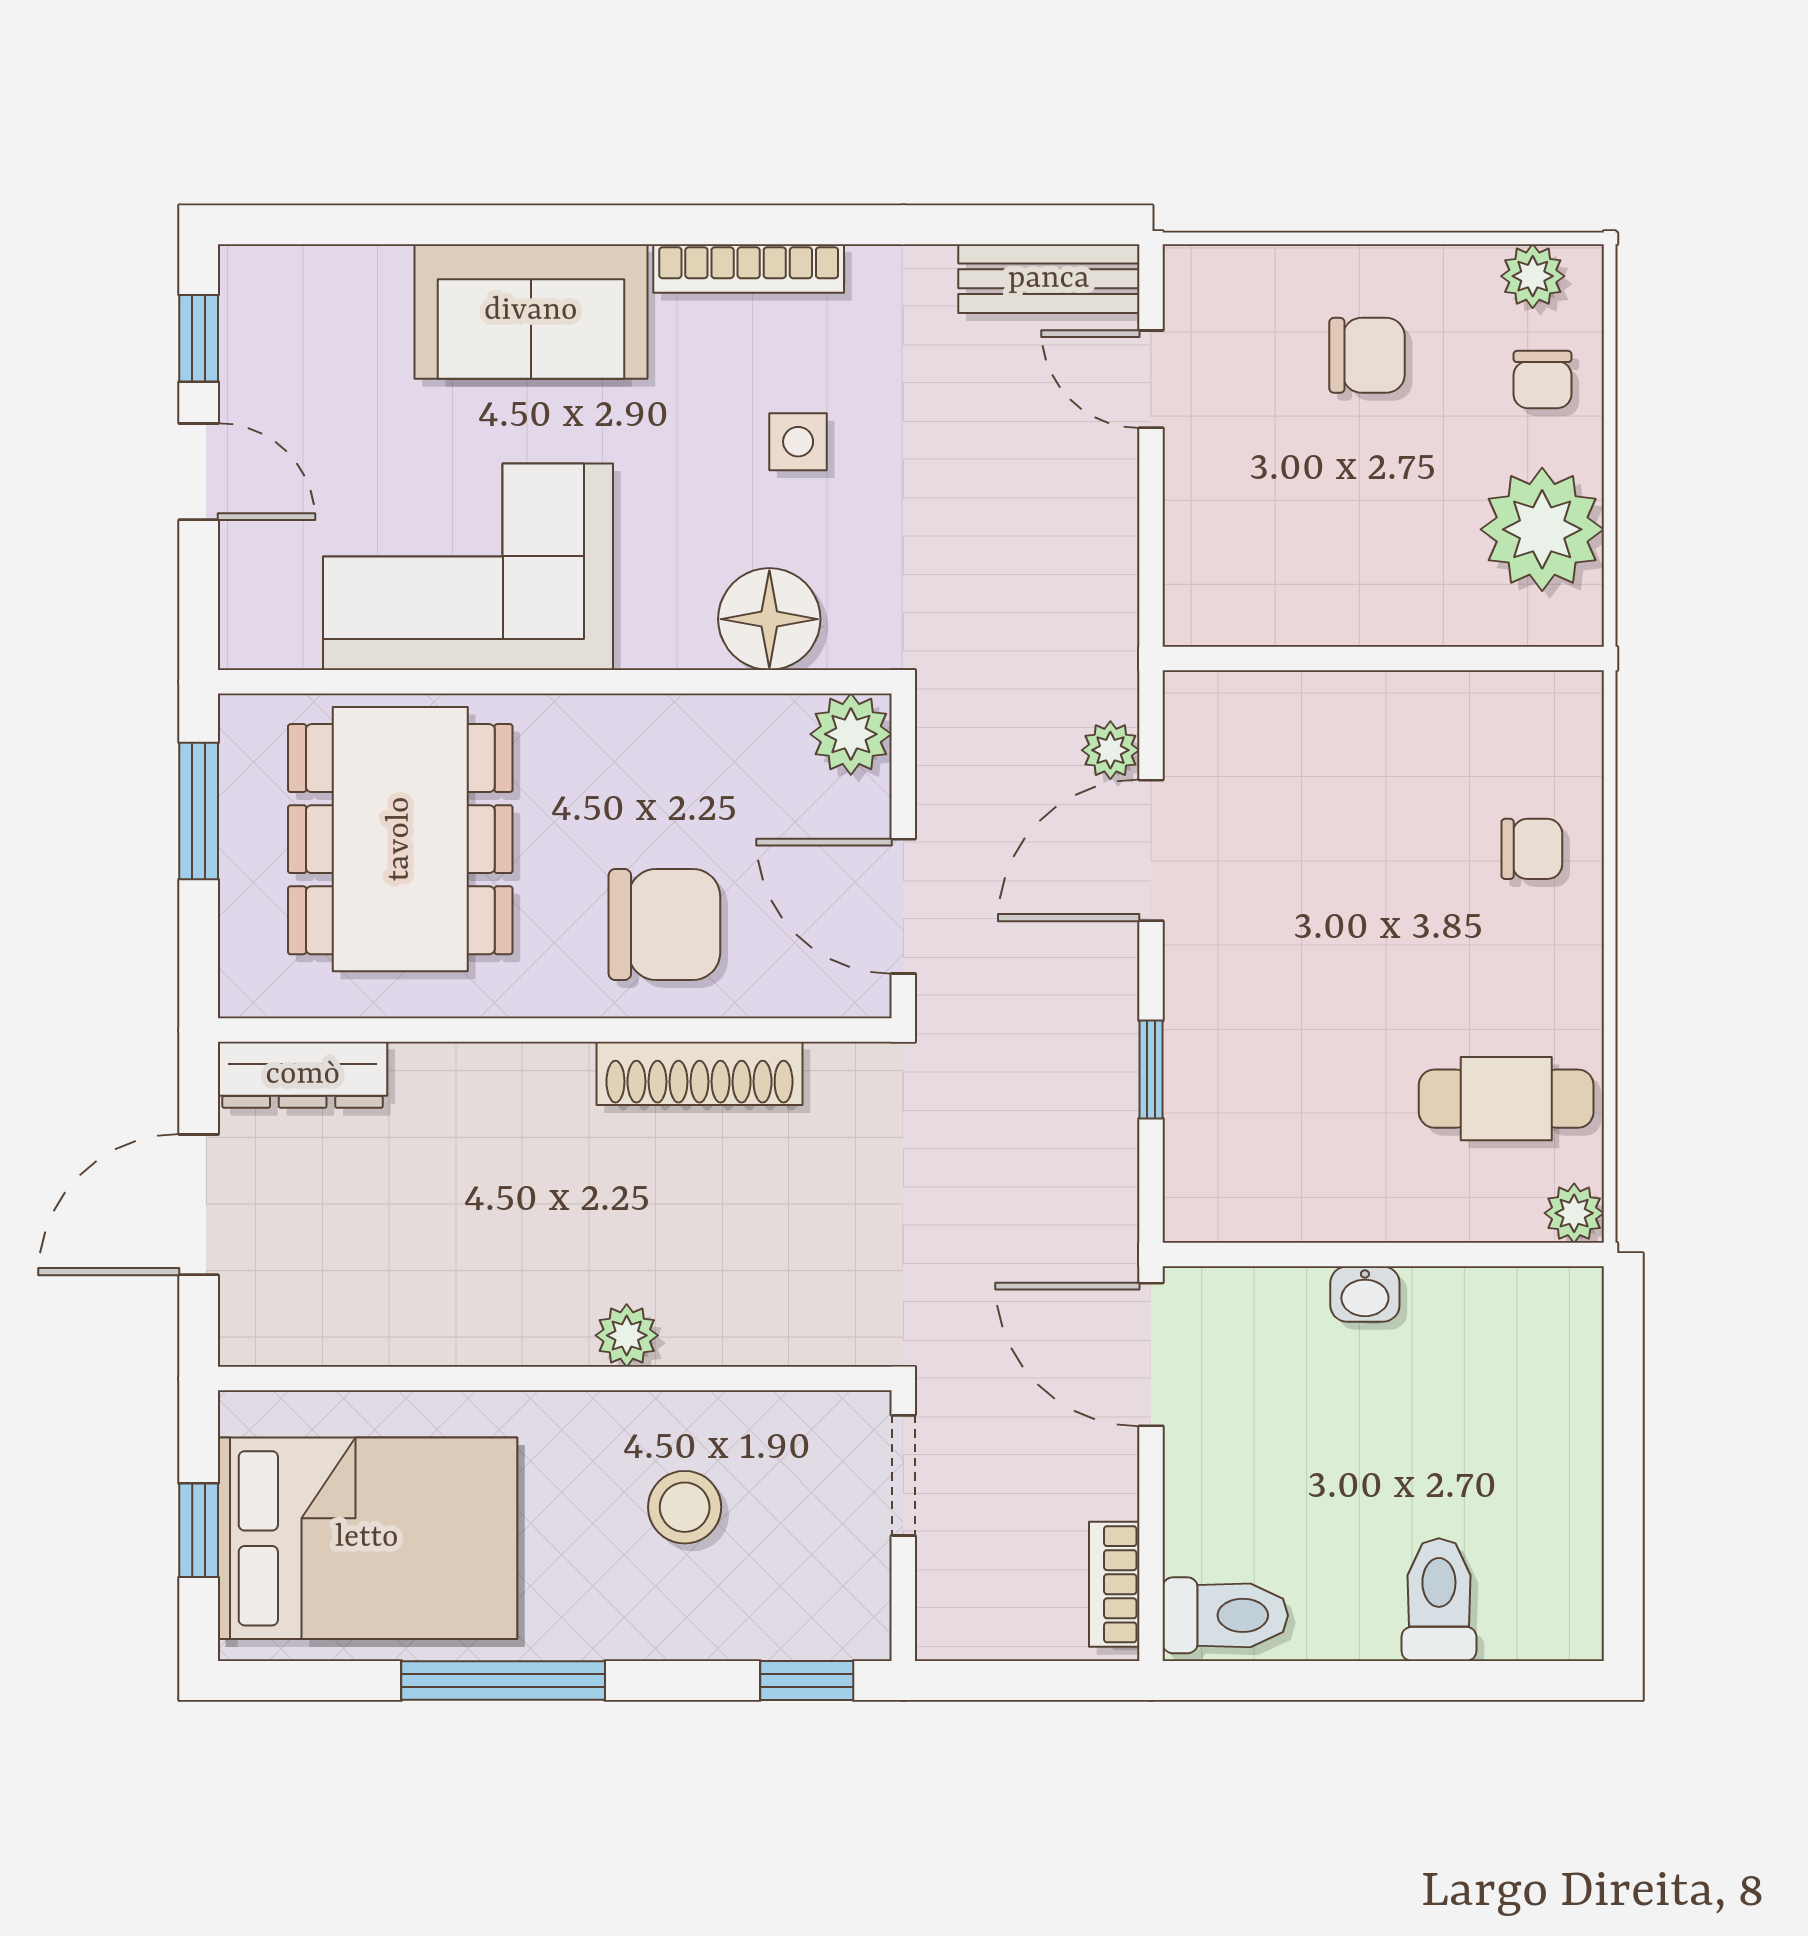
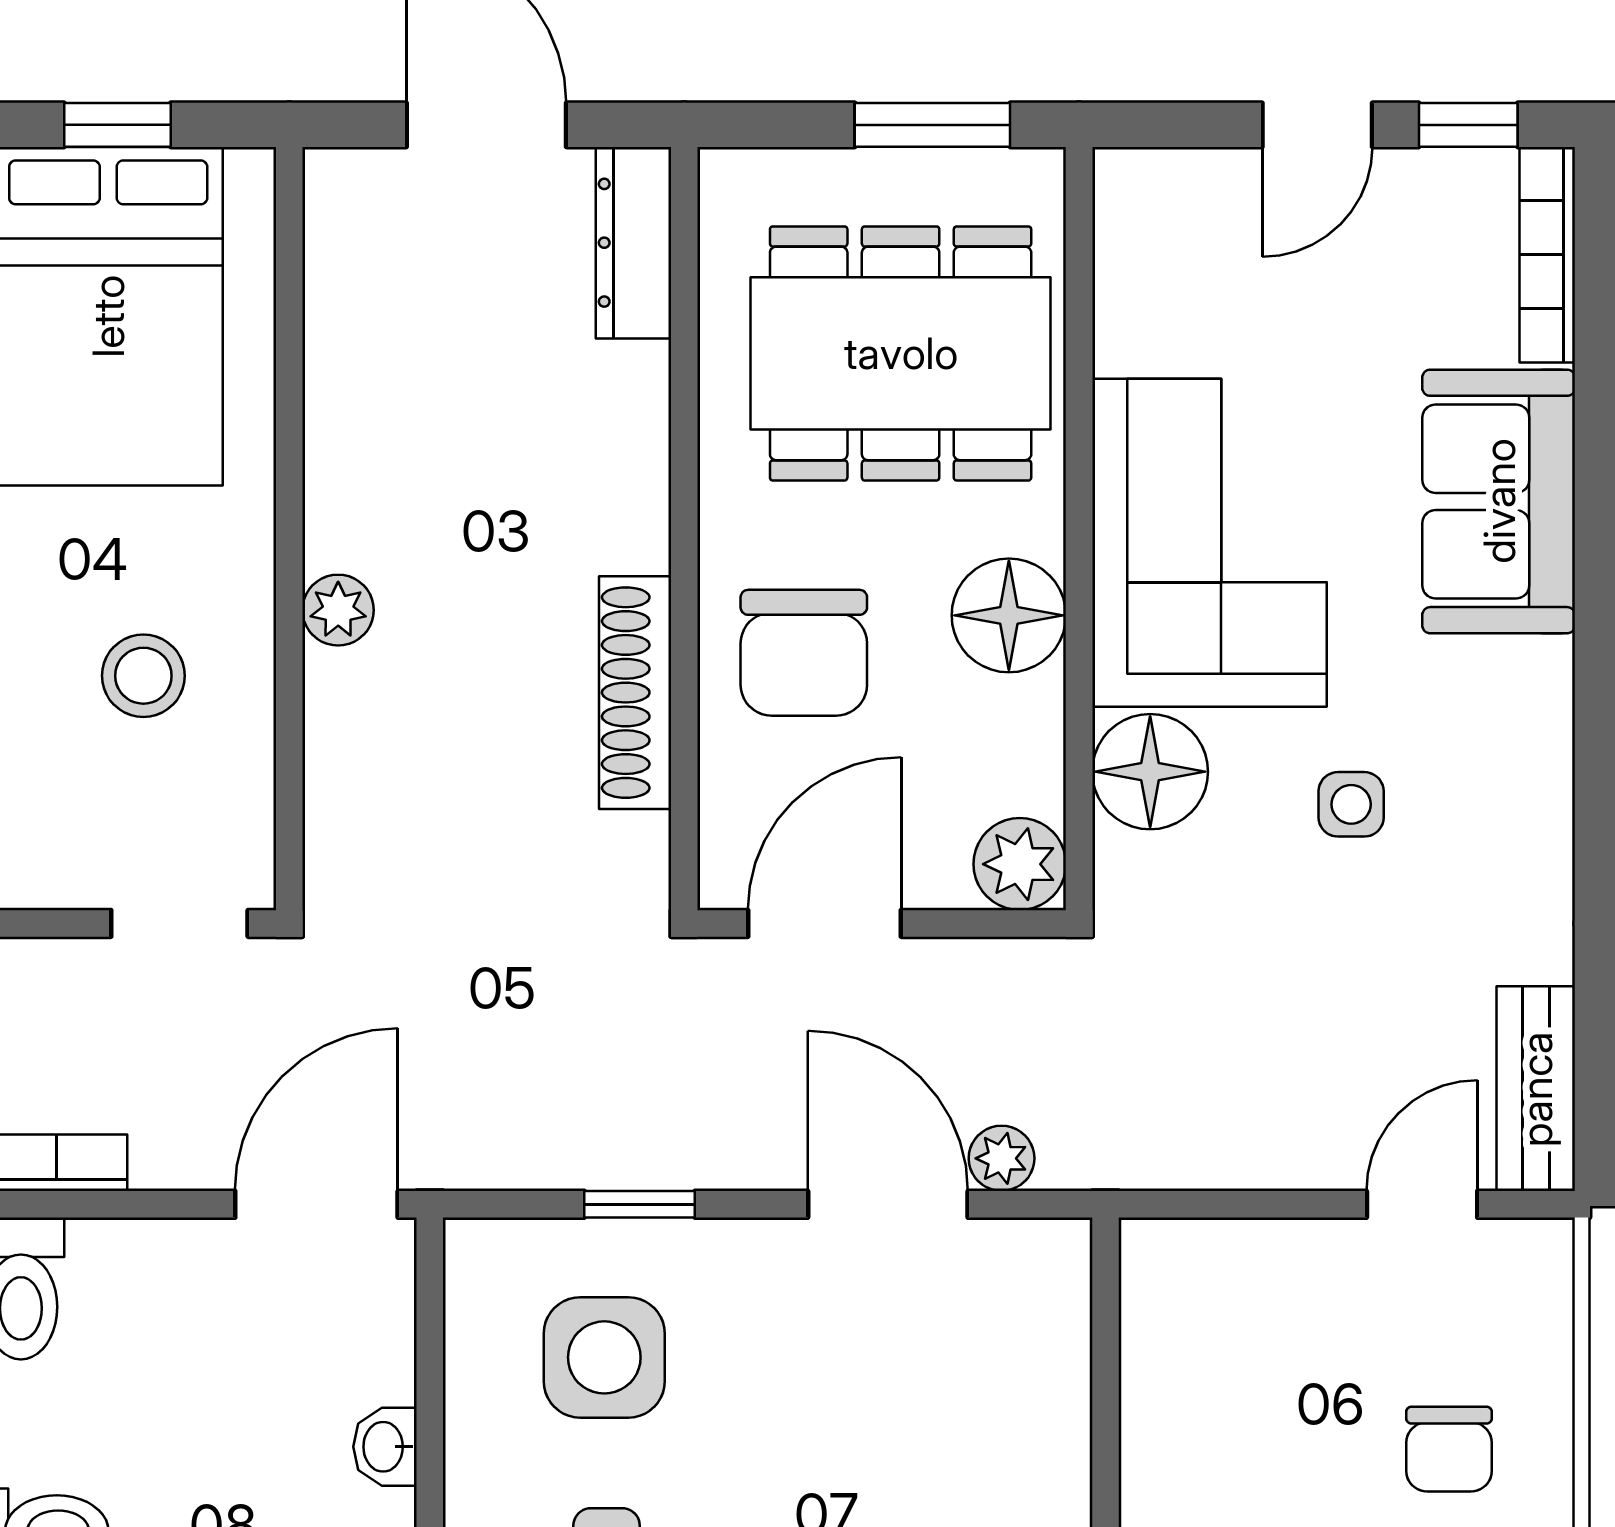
bookcase: (749, 269) -> (1547, 255), moved
corner sofa: (468, 567) -> (1209, 543), moved
floor lamp: (631, 744) -> (1009, 615), added
side table: (1286, 1101) -> (604, 1357), added

